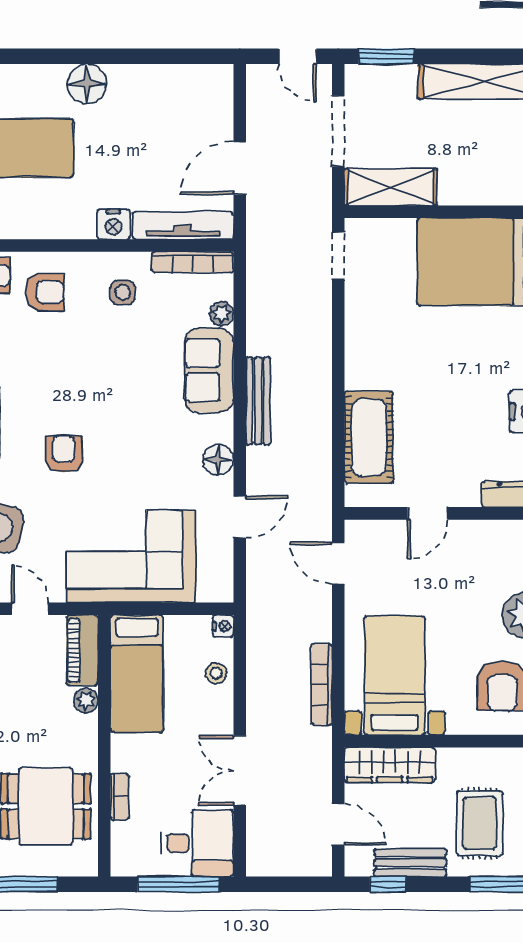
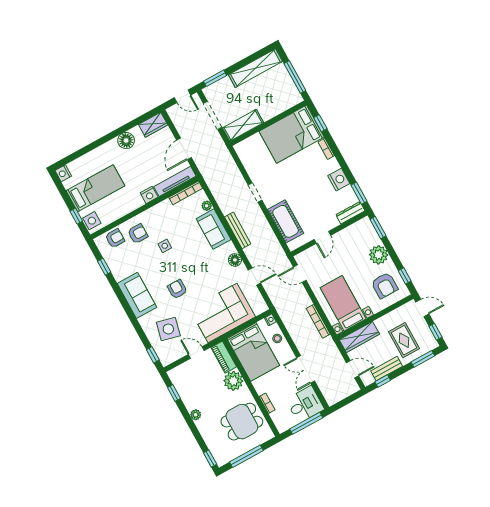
wardrobe: (203, 82) -> (153, 125), added
floor lamp: (87, 84) -> (126, 141), moved
doorway: (338, 256) -> (255, 192), moved
side table: (123, 292) -> (165, 246), moved
door: (240, 517) -> (254, 277), hinge flipped
bed: (137, 674) -> (253, 352), width x1.50
plant: (86, 700) -> (233, 381), width x1.87, depth x1.87

